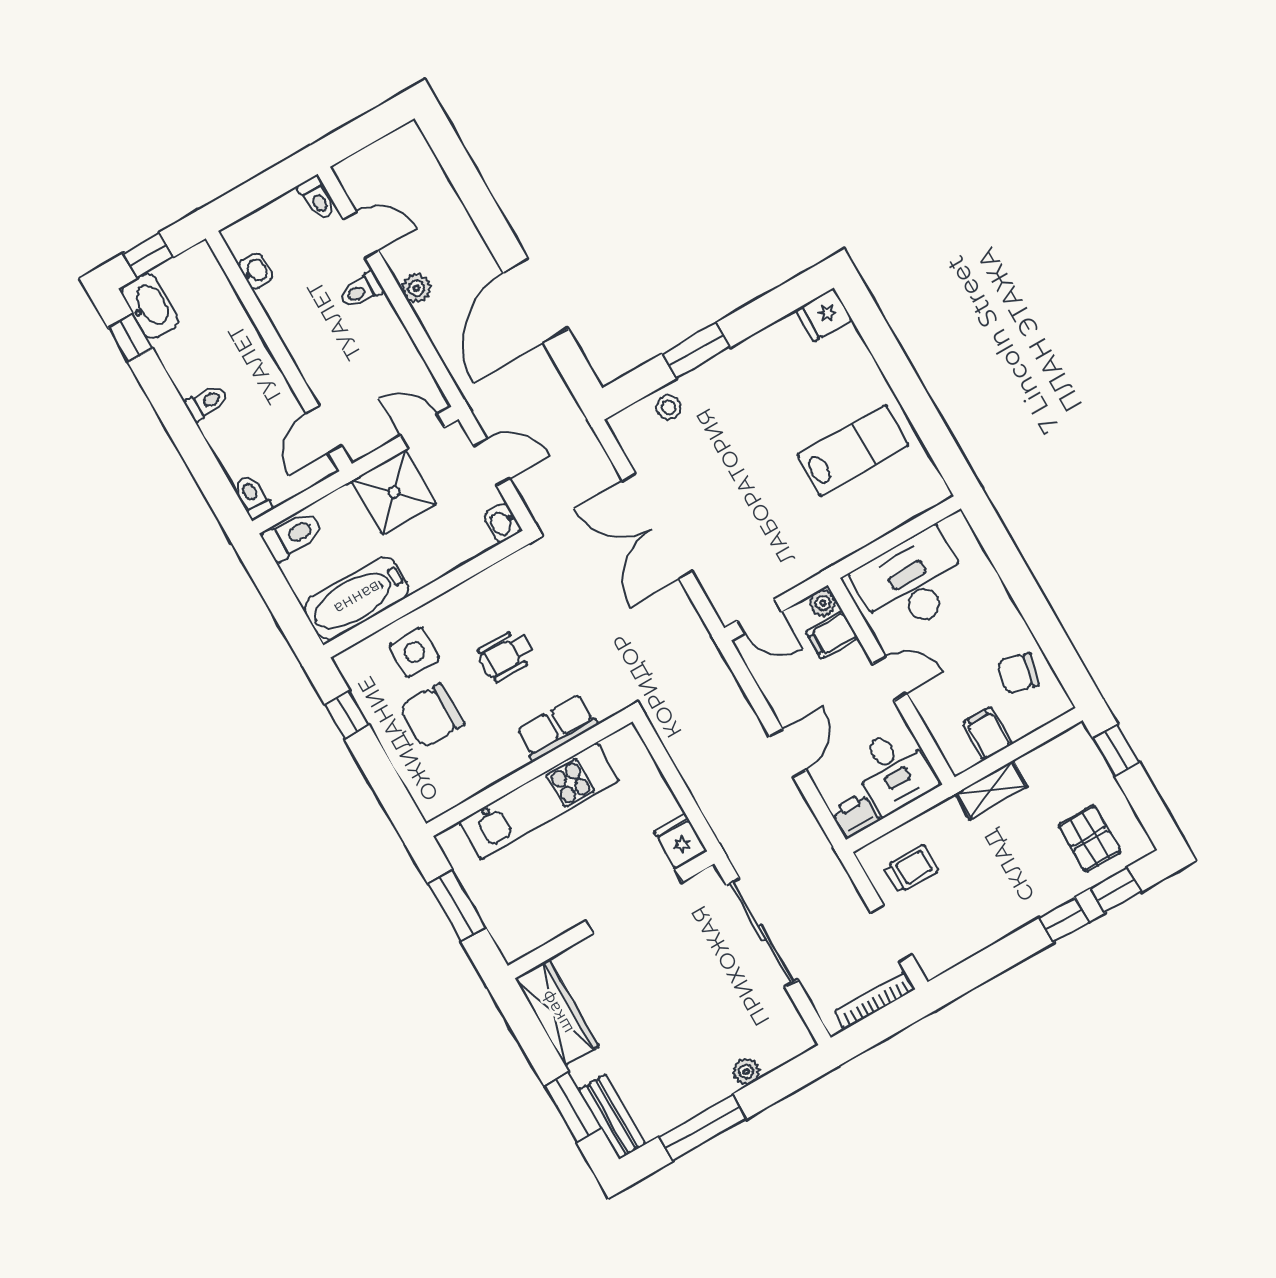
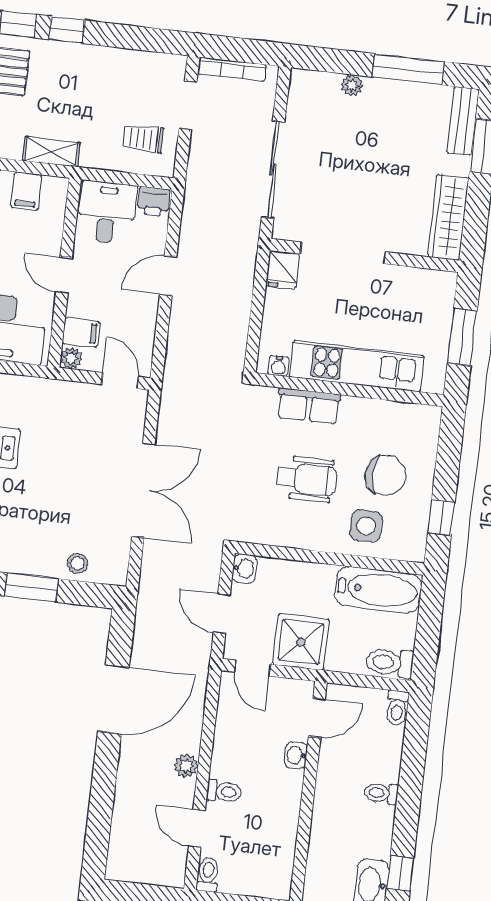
washbasin: (256, 271) -> (296, 755), moved
wheelchair: (506, 655) -> (307, 479), width x1.36, depth x1.37
water cooler: (615, 745) -> (278, 366), added

